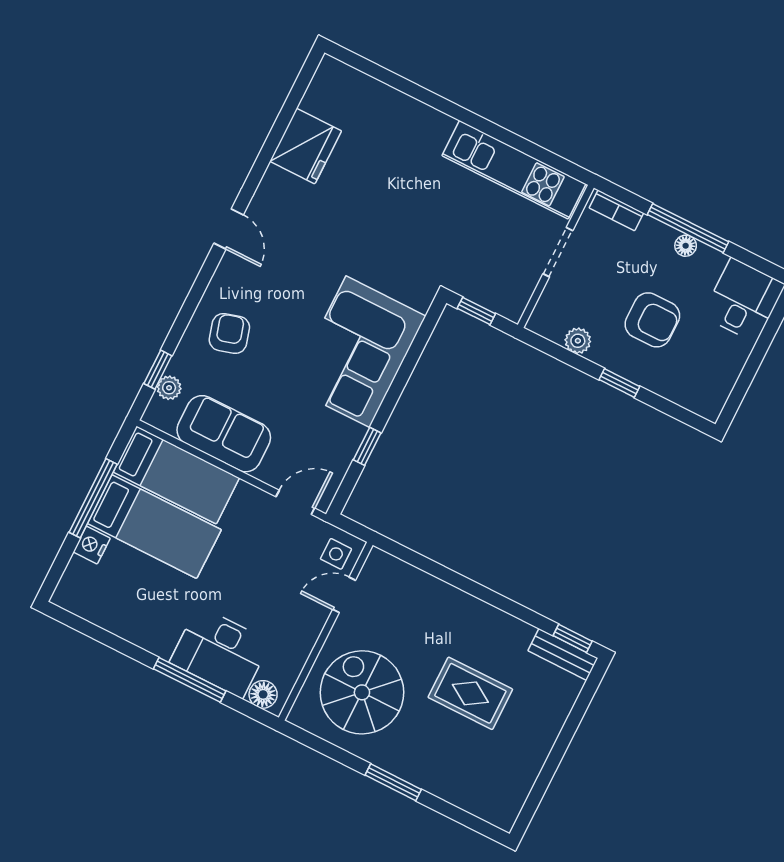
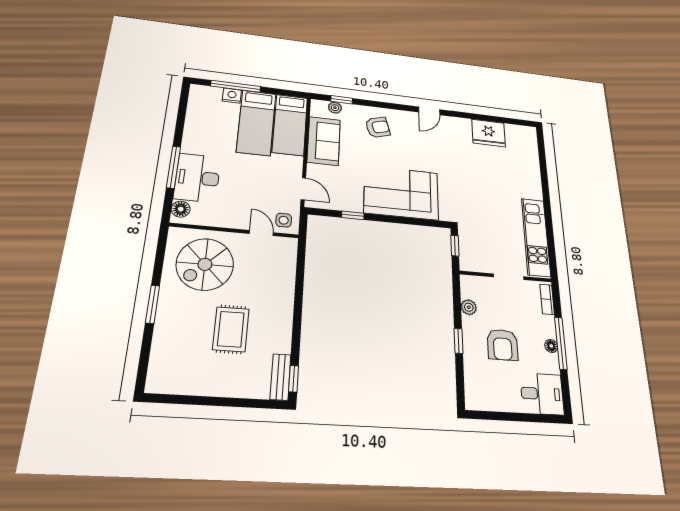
window: (93, 498) -> (236, 86), moved
spiral stairs: (362, 692) -> (205, 264), turned 180

